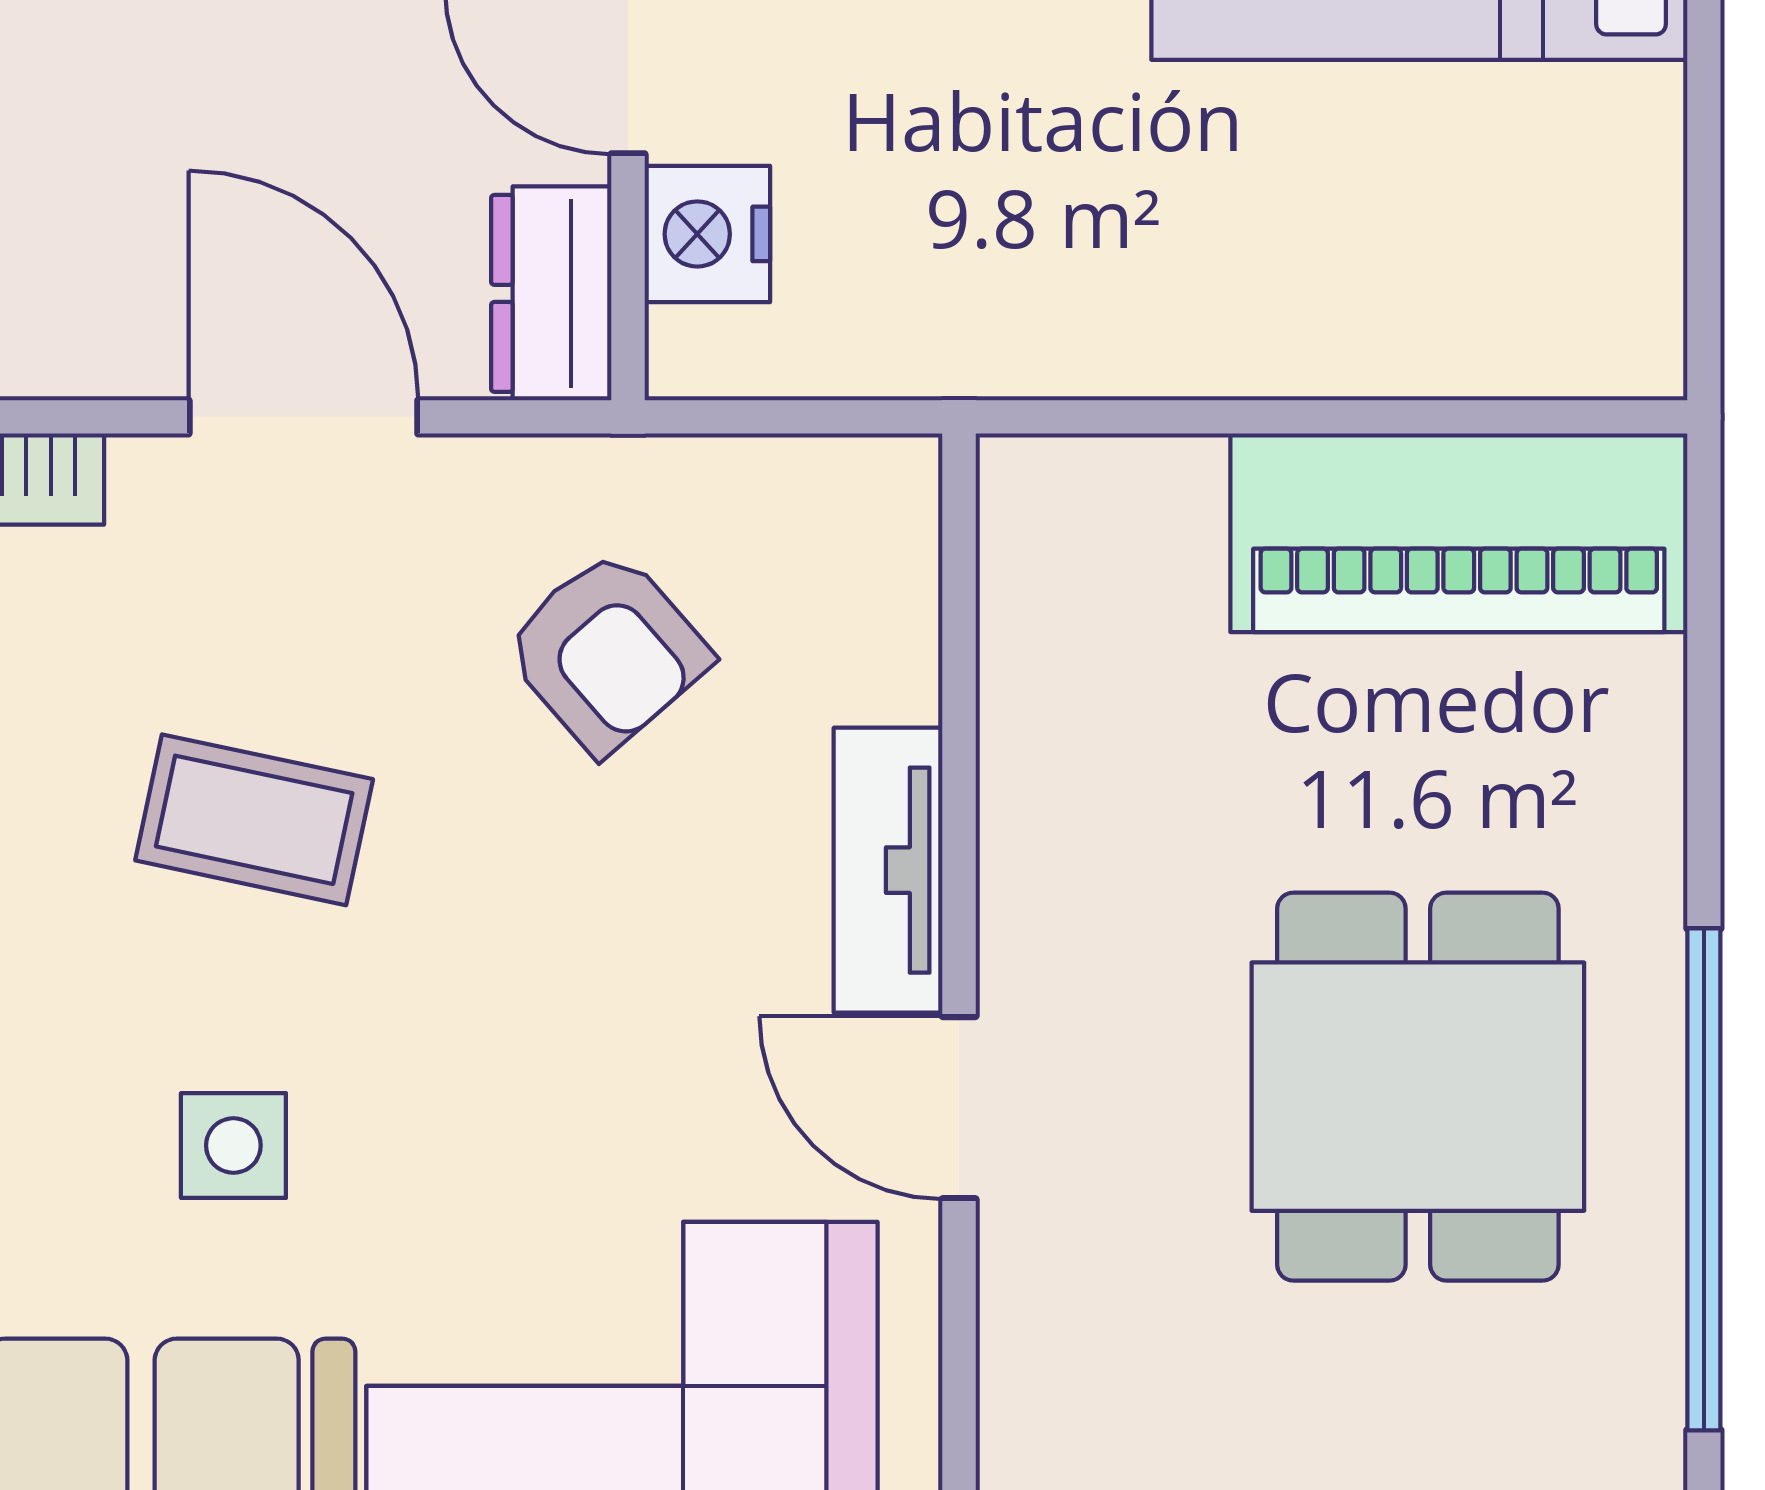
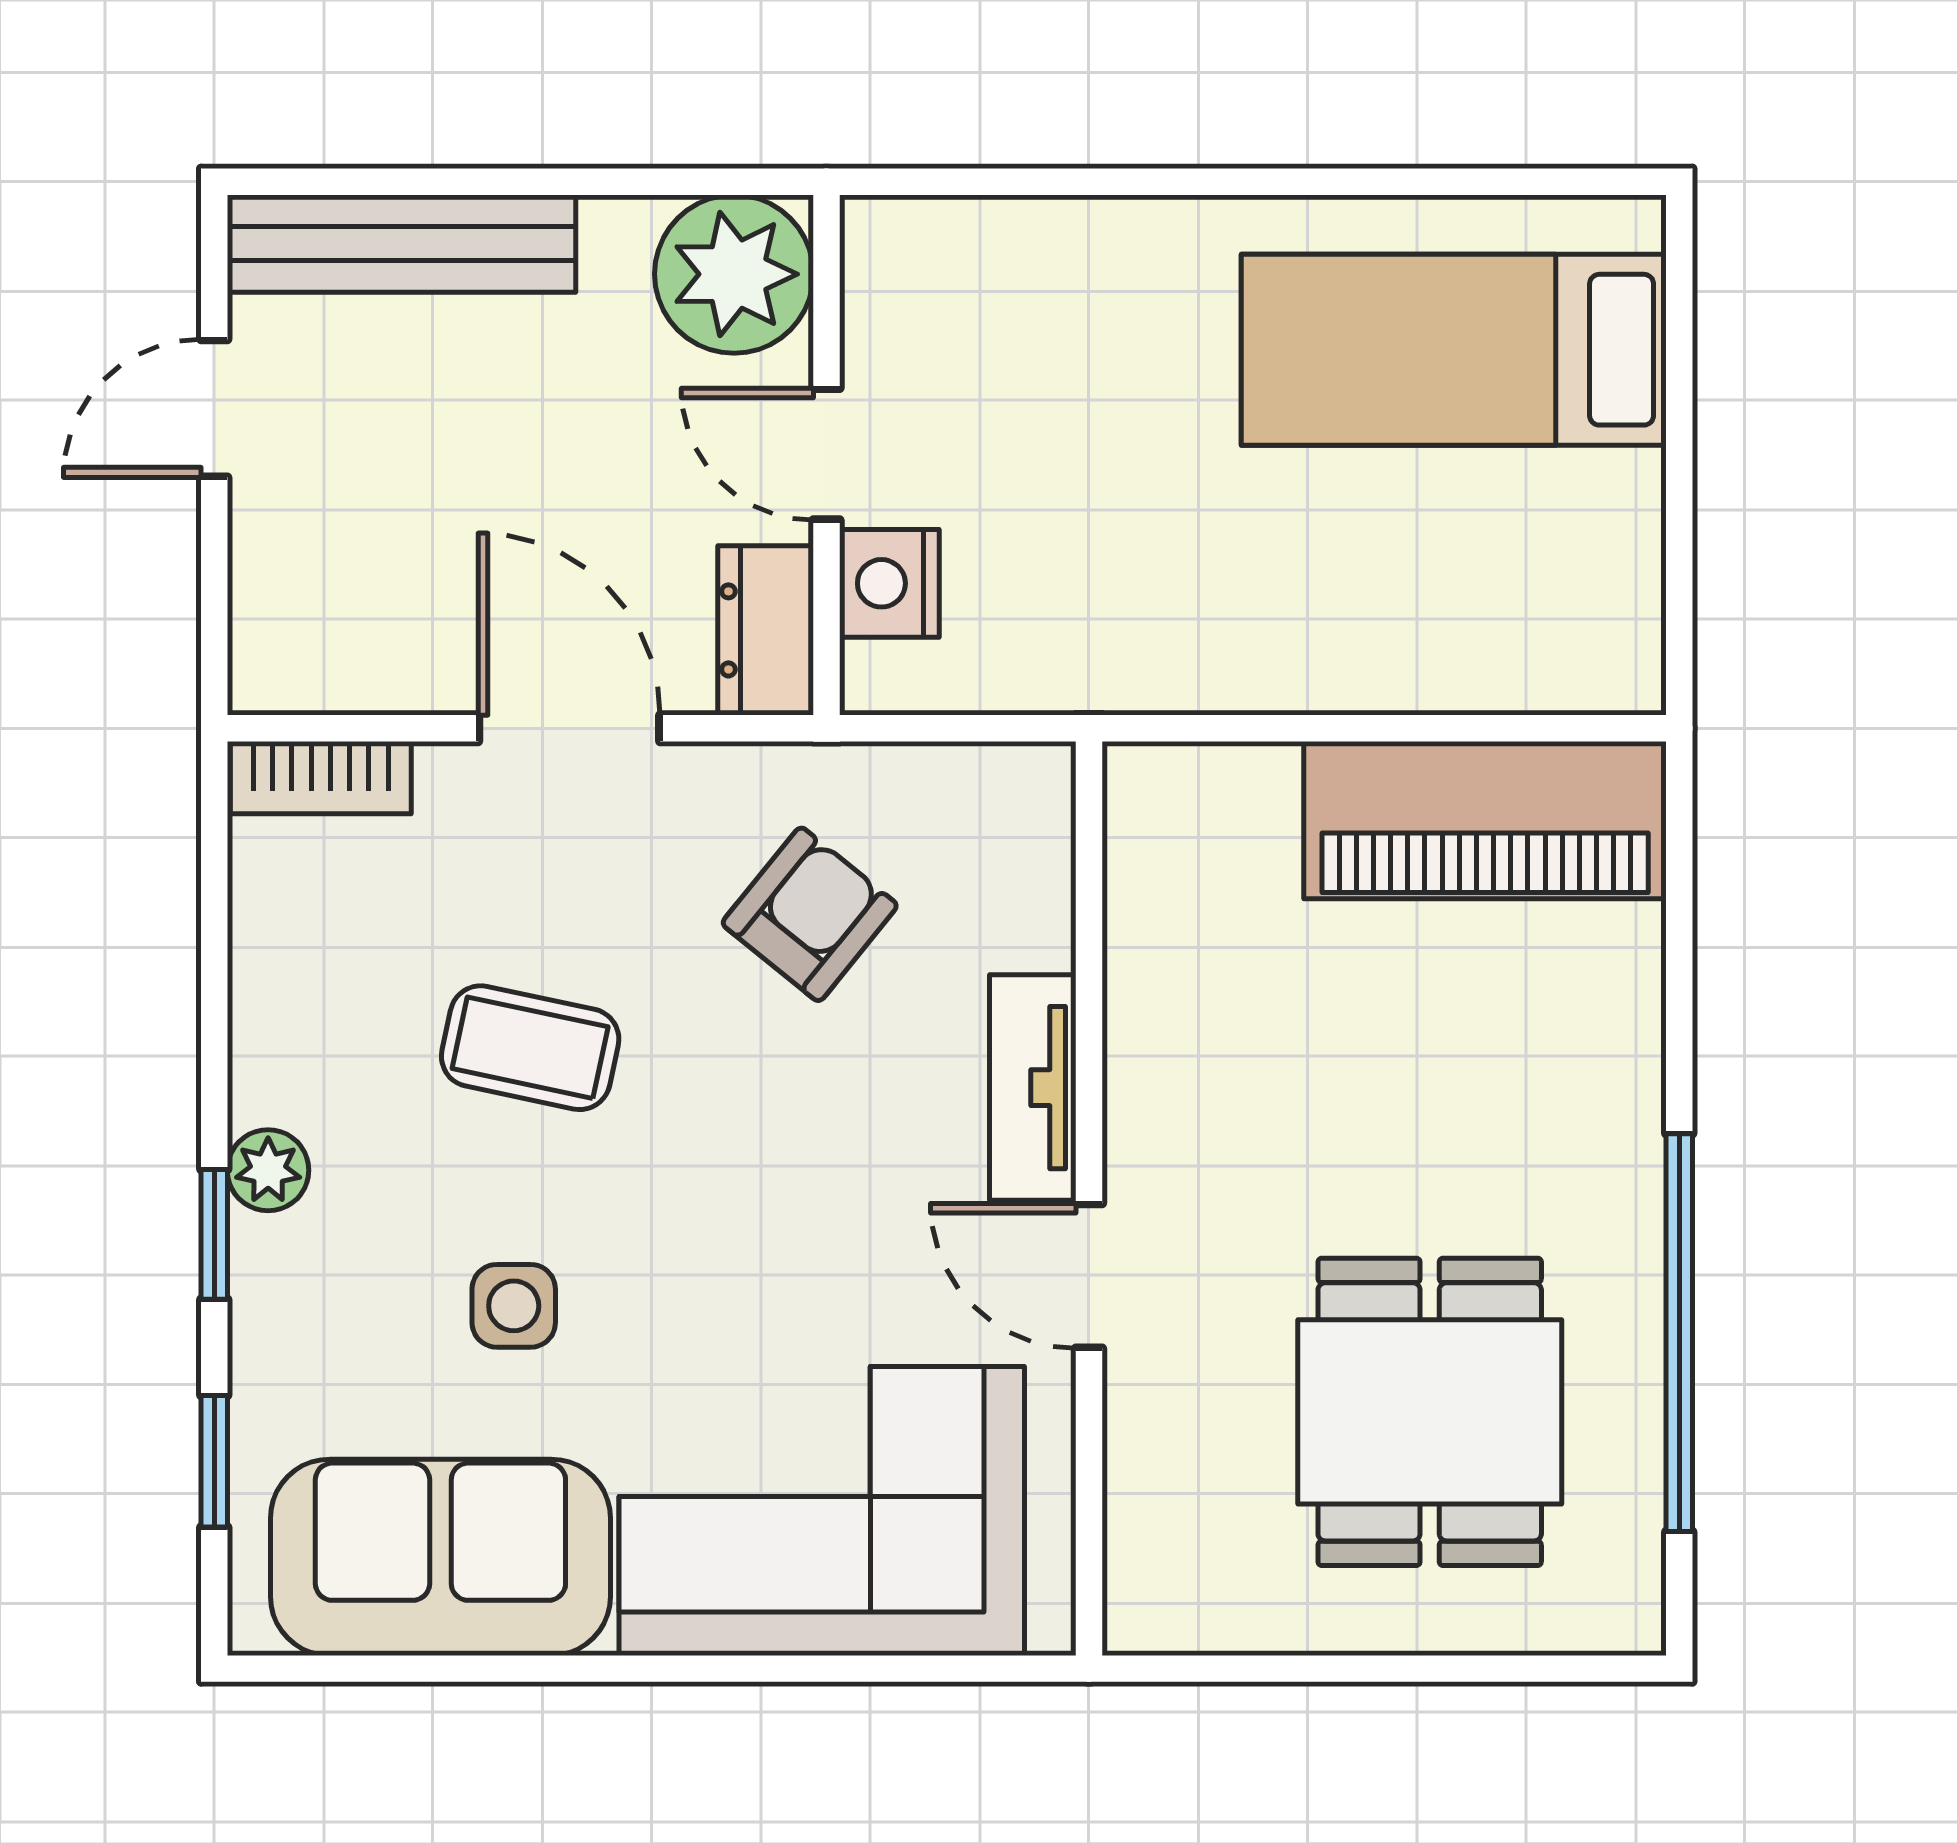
armchair: (607, 652) -> (810, 914), turned -100
dining table: (1418, 1087) -> (1430, 1412), moved

